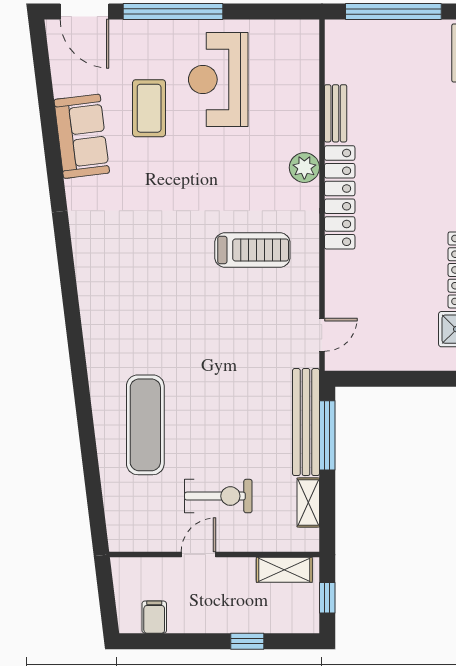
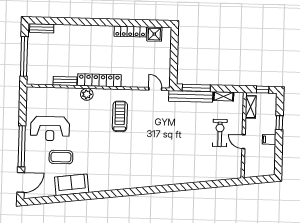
exercise mat: (145, 425) -> (190, 162), removed
filing cabinet: (154, 617) -> (269, 139), moved

